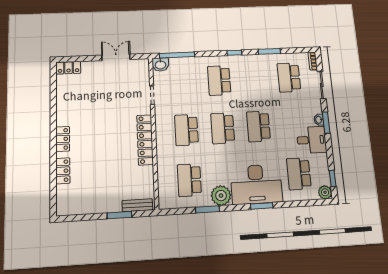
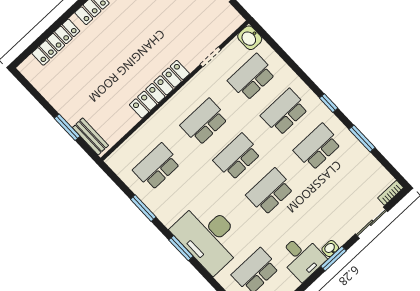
window: (177, 55) -> (275, 46), removed
school desk: (289, 77) -> (317, 147), moved
school desk: (184, 82) -> (252, 77), added
locker: (63, 171) -> (56, 42), width x1.53
plant: (221, 196) -> (168, 210), removed
window: (262, 206) -> (181, 248), moved

